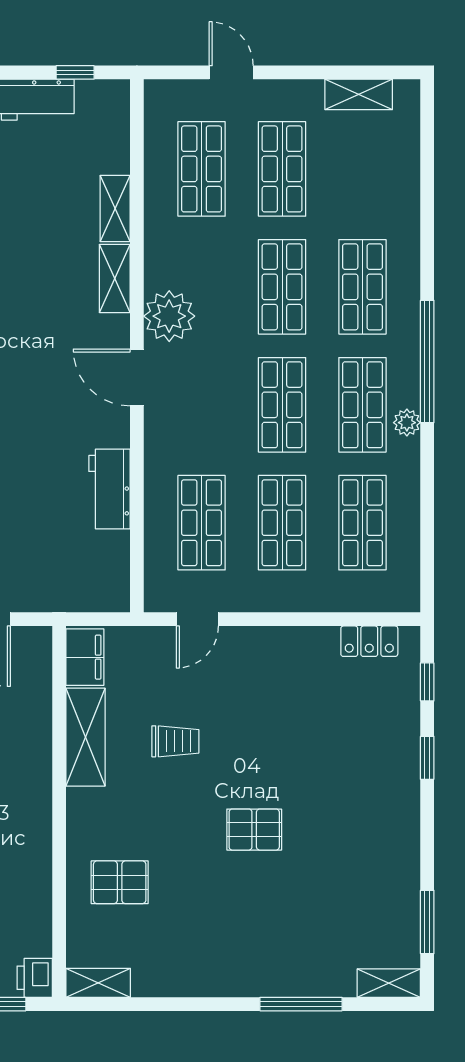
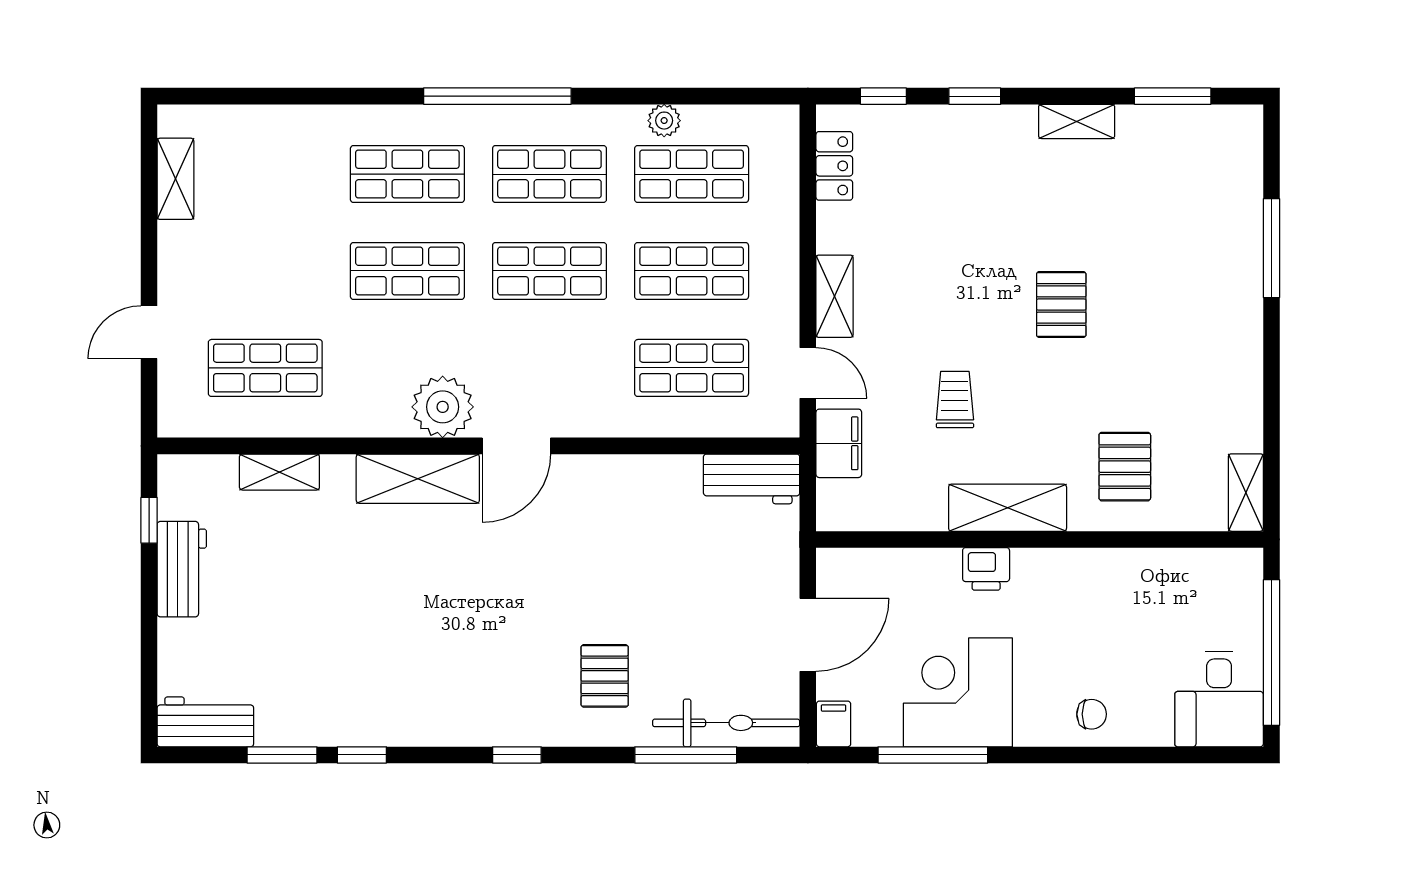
shop shelf: (282, 169) -> (265, 271), removed
shelving: (115, 209) -> (279, 472), moved
shelving: (115, 278) -> (418, 479), width x1.50, depth x1.33
plant: (407, 423) -> (664, 121), moved
workbench: (109, 489) -> (752, 479), moved
shelving: (261, 641) -> (835, 296), added
filing cabinet: (85, 657) -> (839, 443), moved, turned 90
shelving: (86, 737) -> (1008, 508), moved
printer: (35, 978) -> (986, 569), moved
shelving: (389, 983) -> (1077, 121), moved, turned 90

